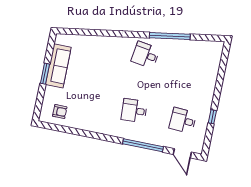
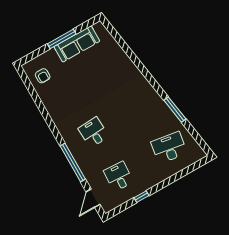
window: (170, 36) -> (175, 110), width x0.68
desk: (145, 55) -> (169, 148), moved, width x1.37
window: (45, 74) -> (62, 39), width x1.44

